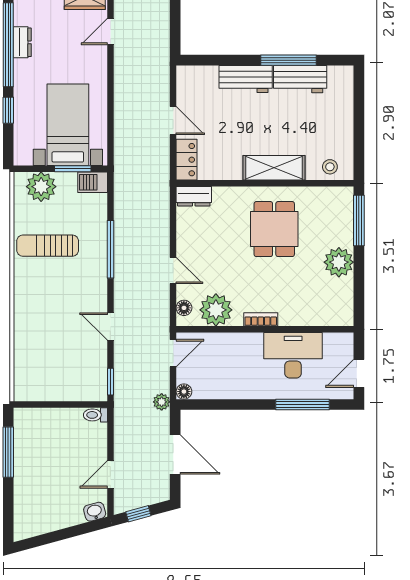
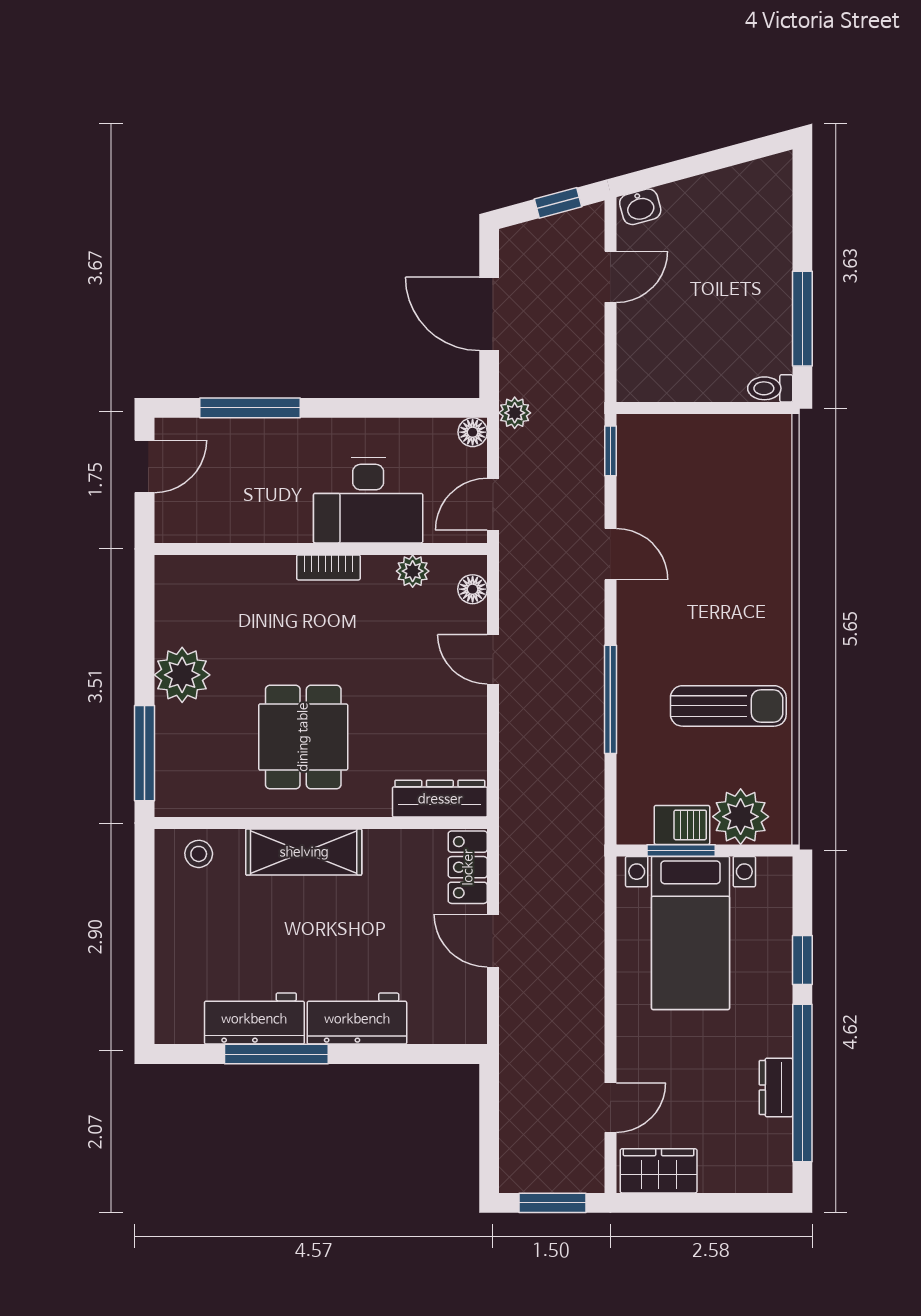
barbecue: (93, 182) -> (682, 825), moved
dresser: (194, 196) -> (440, 799), width x1.44
plant: (216, 310) -> (413, 571), width x0.53, depth x0.53
desk: (293, 355) -> (368, 500), moved
toilet: (95, 415) -> (770, 388), moved, turned 180

